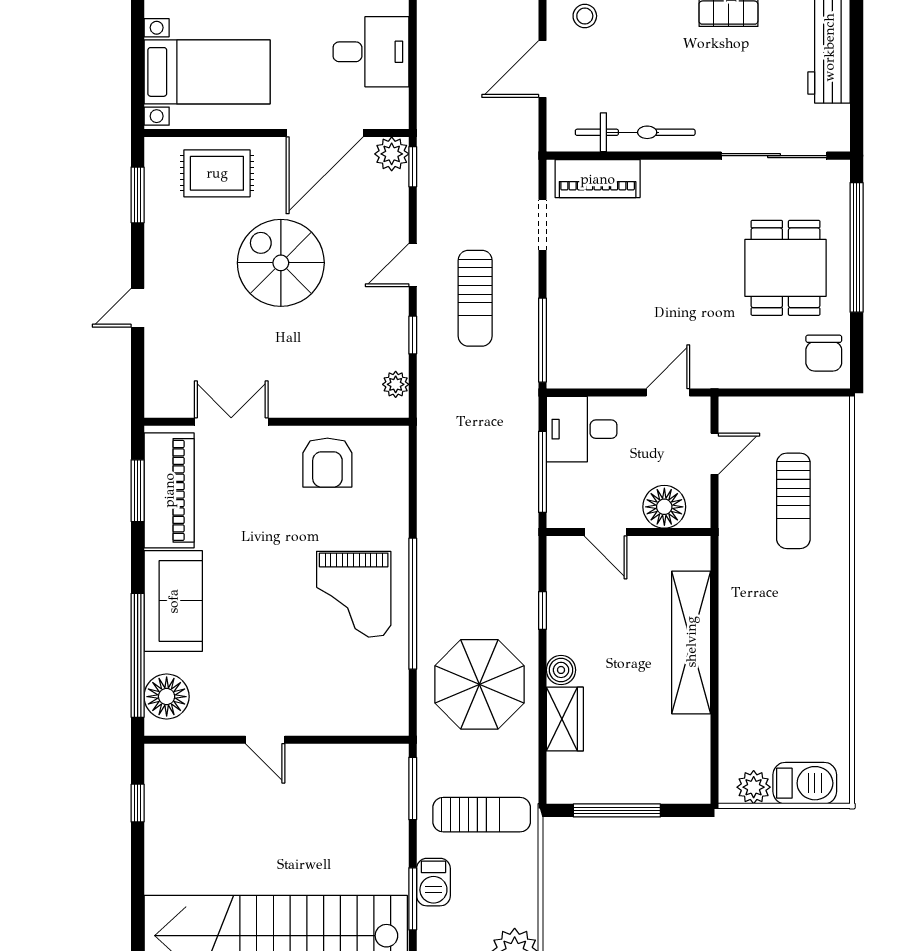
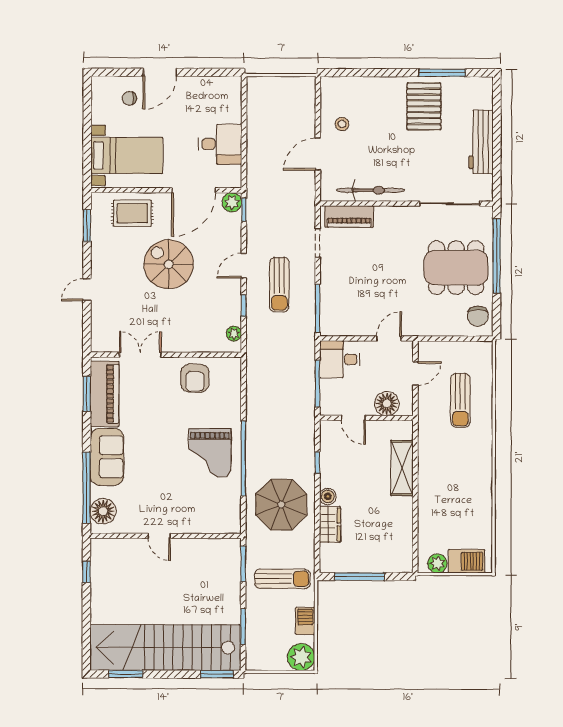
dining table: (785, 268) -> (456, 268), width x1.38
shelving: (691, 642) -> (402, 468), width x0.68
barbecue: (433, 882) -> (305, 621), moved, turned 180

